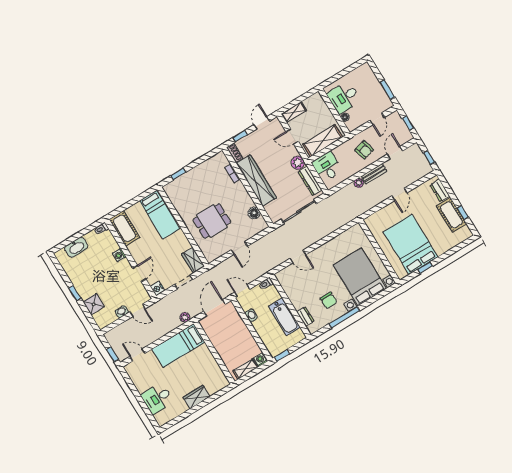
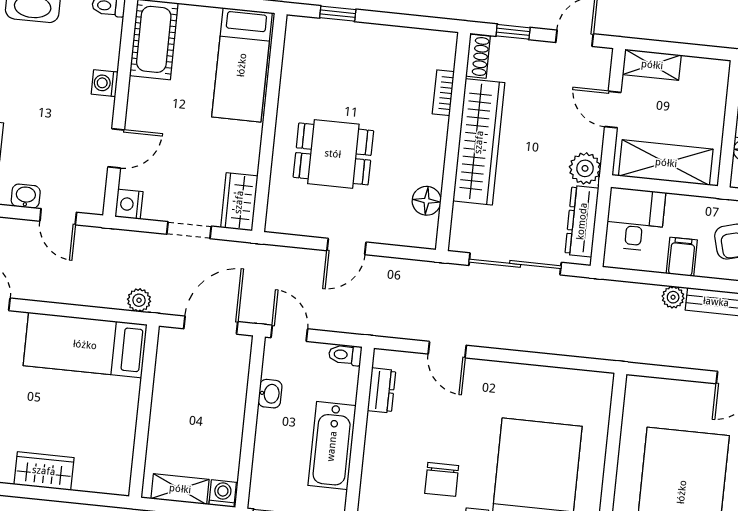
filing cabinet: (352, 167) -> (682, 257), added
dresser: (305, 317) -> (381, 390), moved

